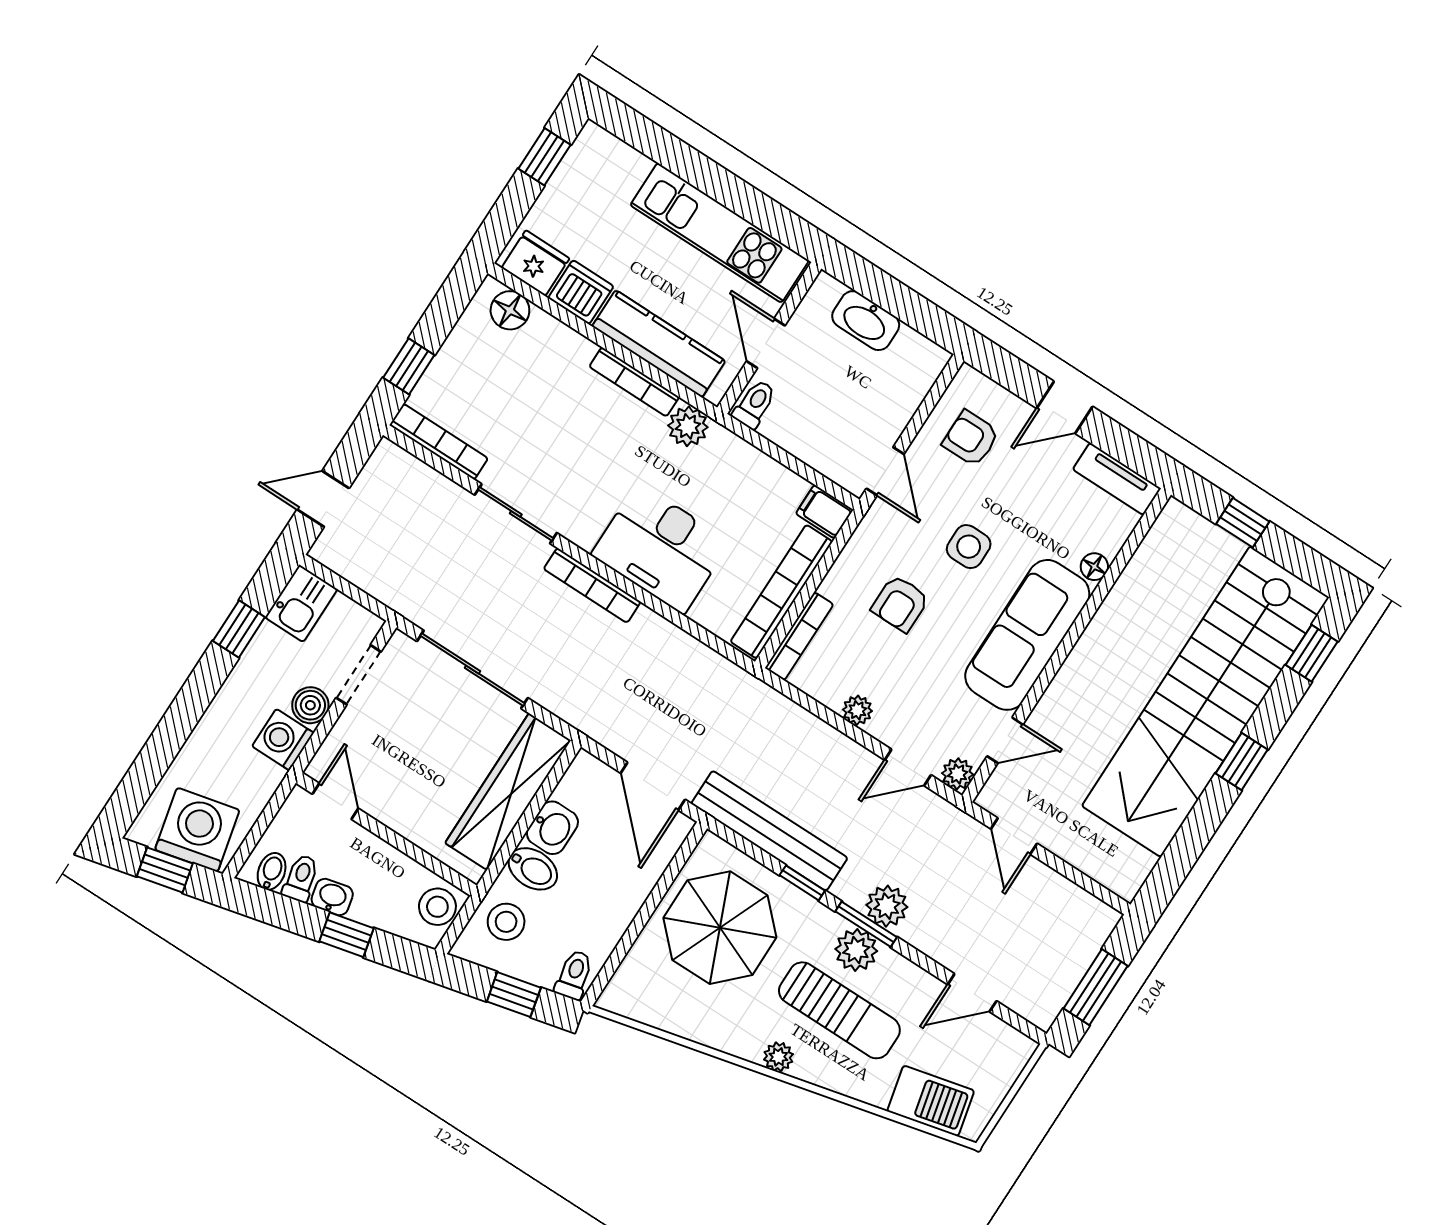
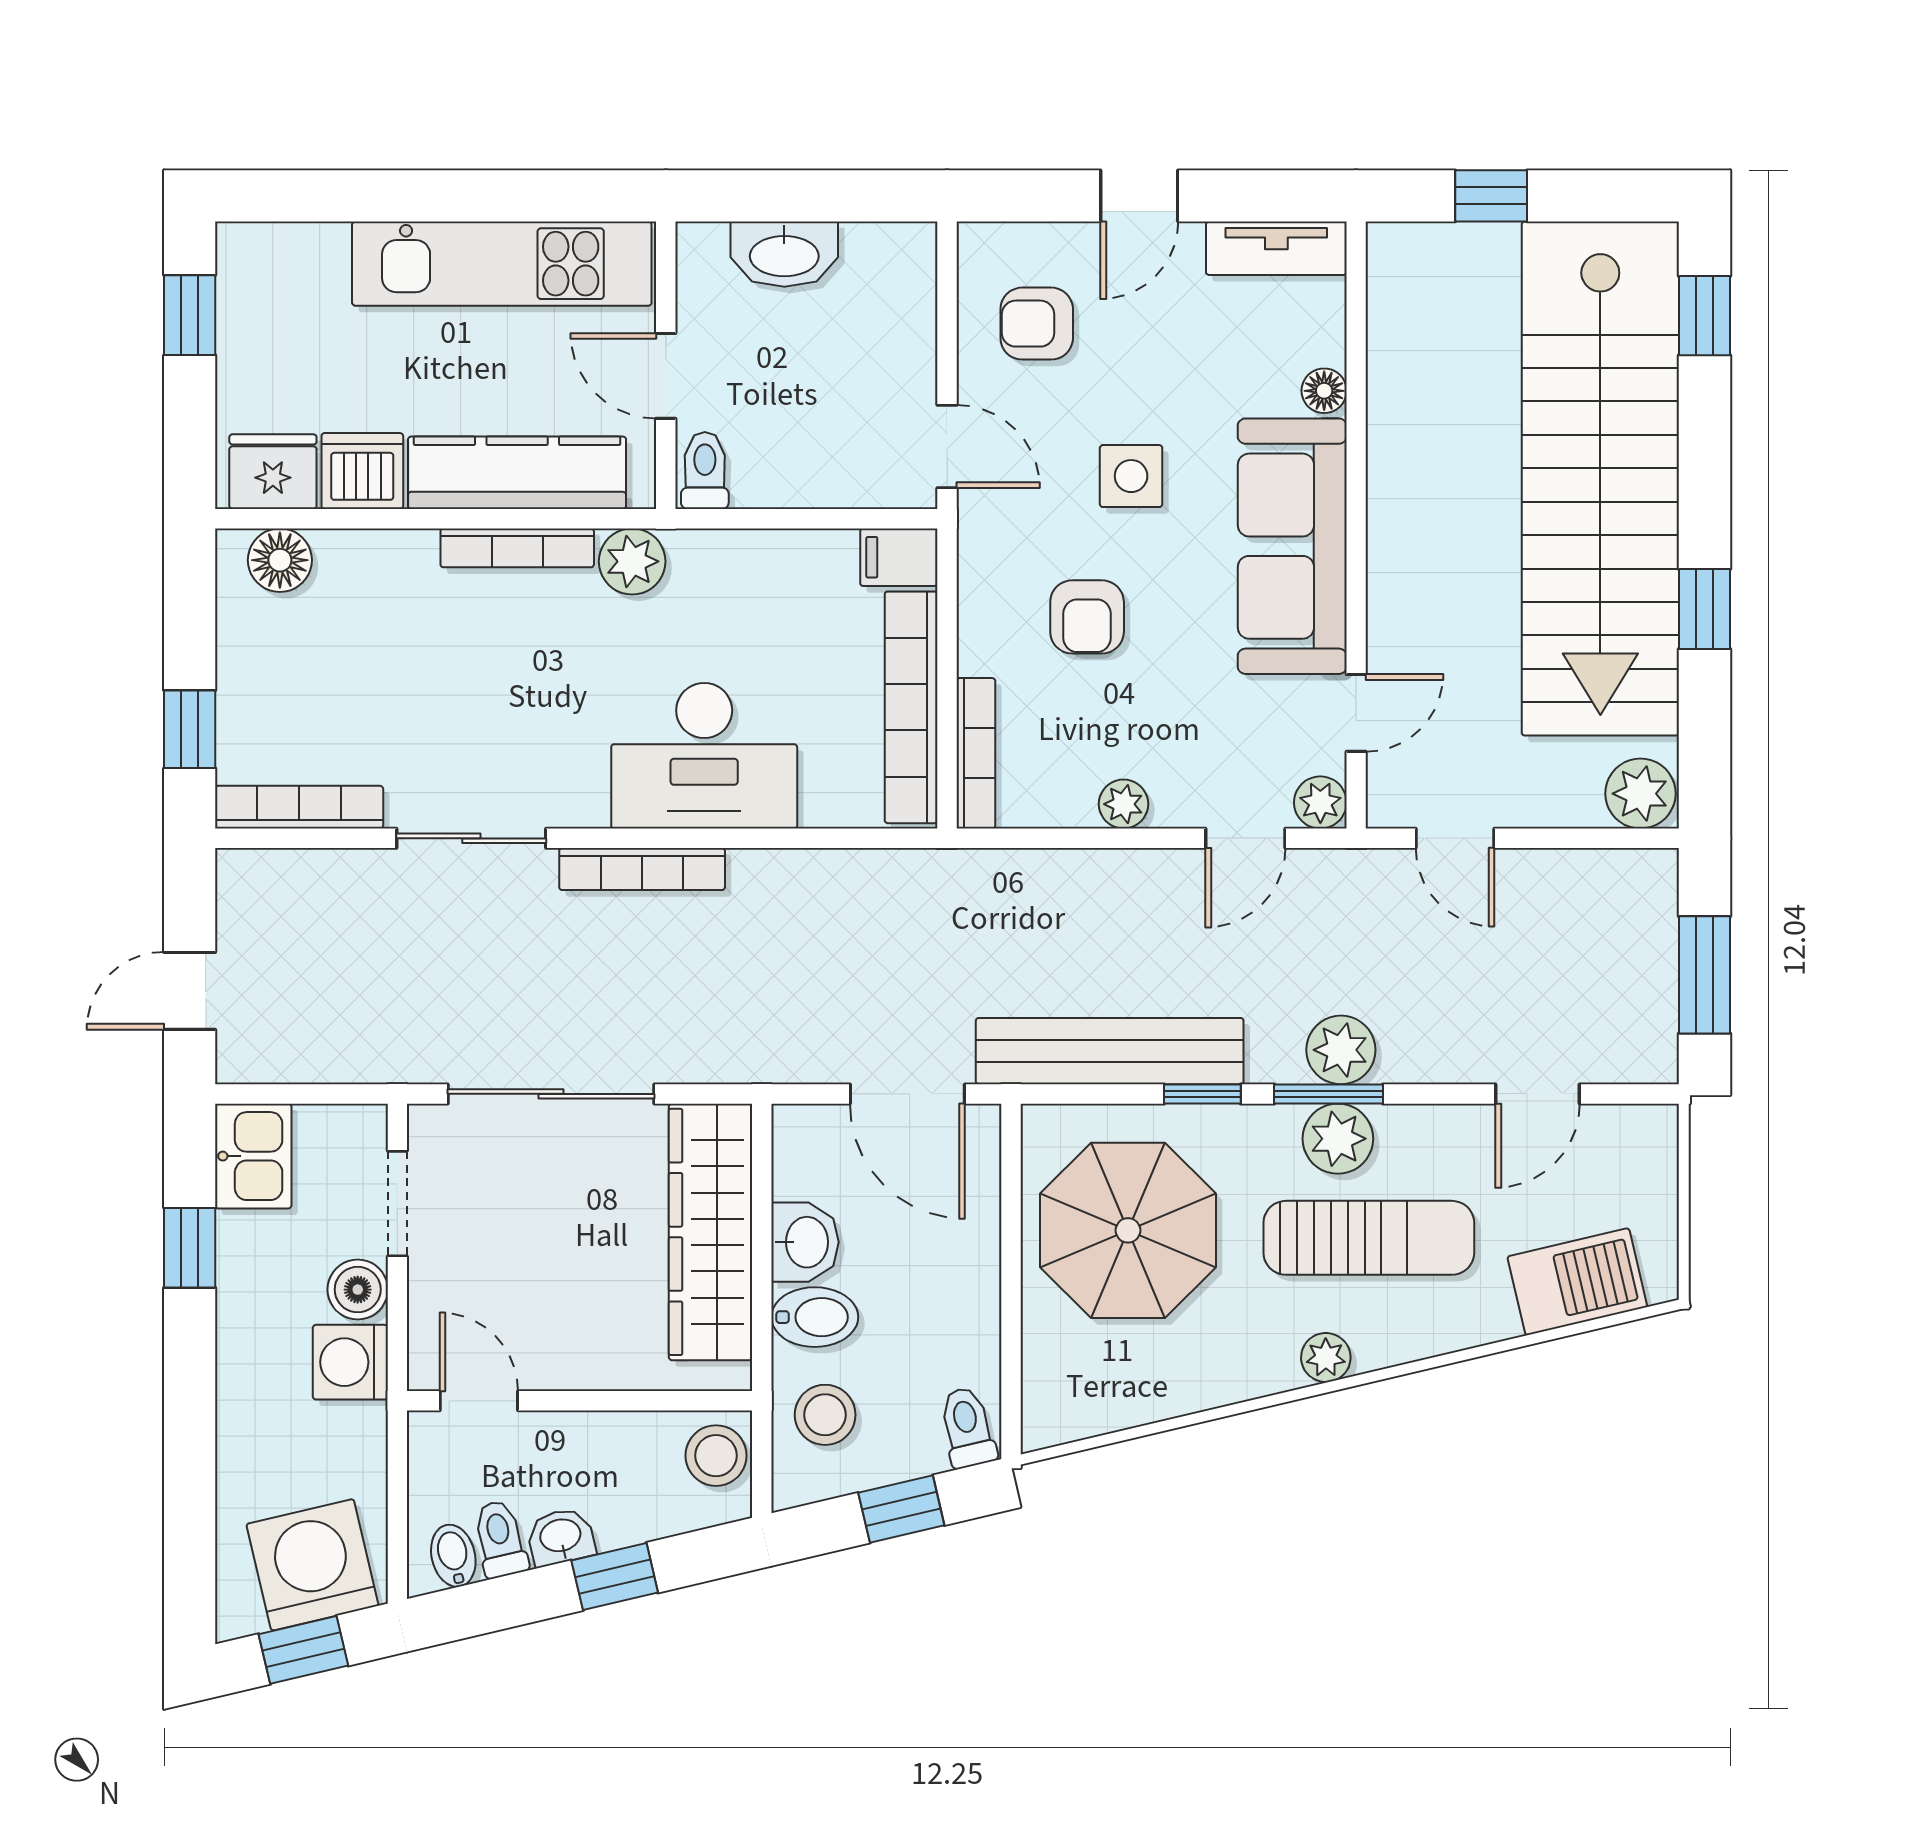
window: (1242, 761) -> (1704, 609), moved
plant: (1123, 874) -> (1640, 794), added

